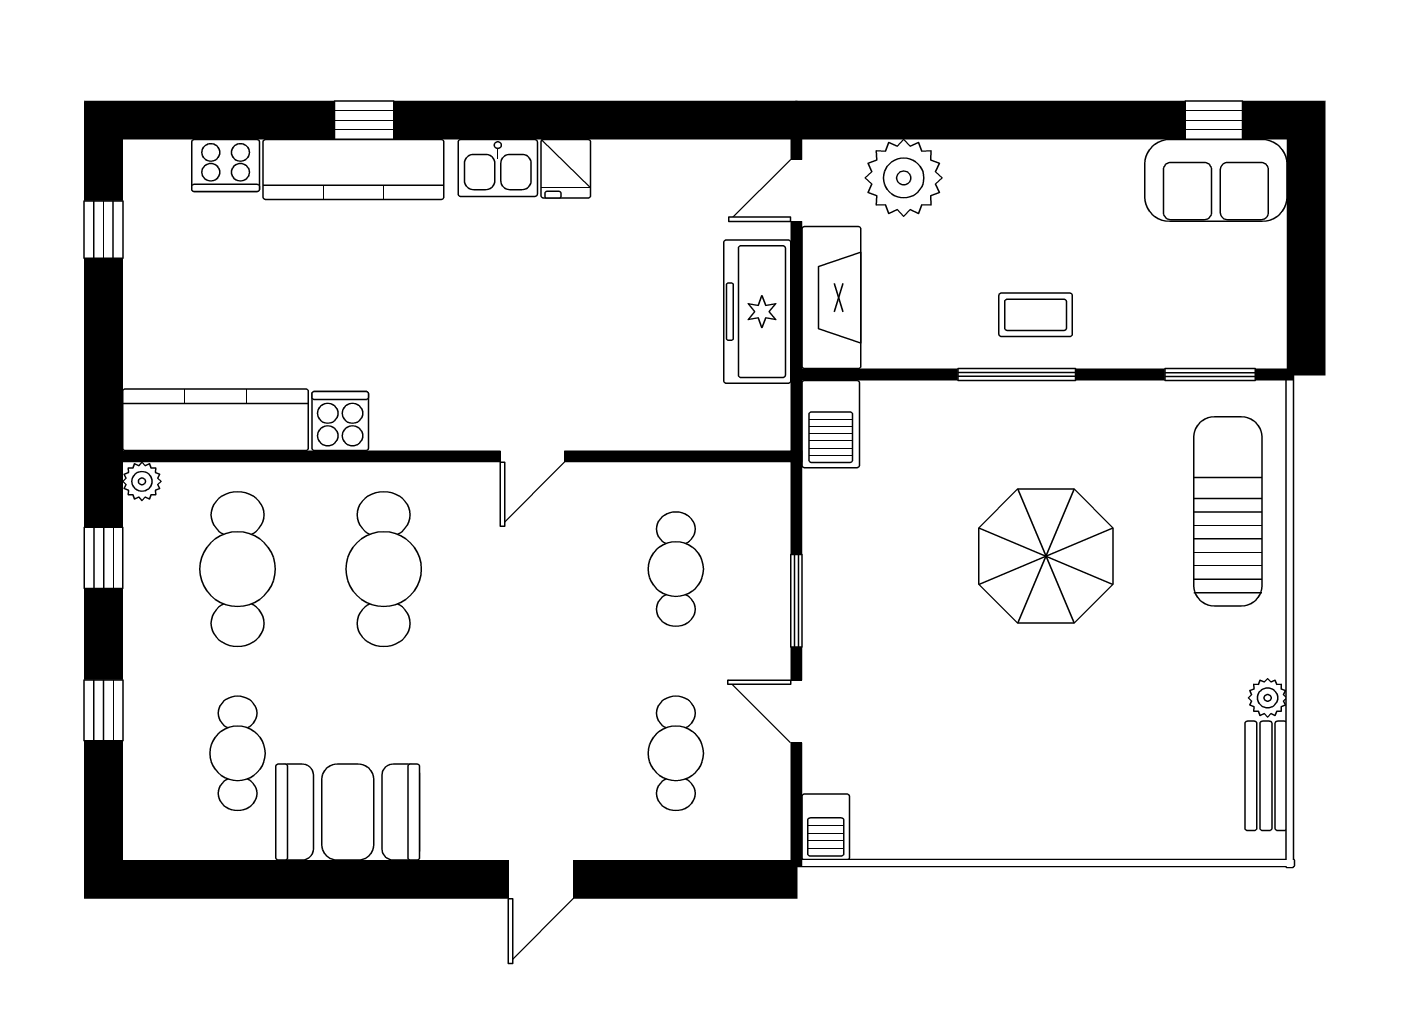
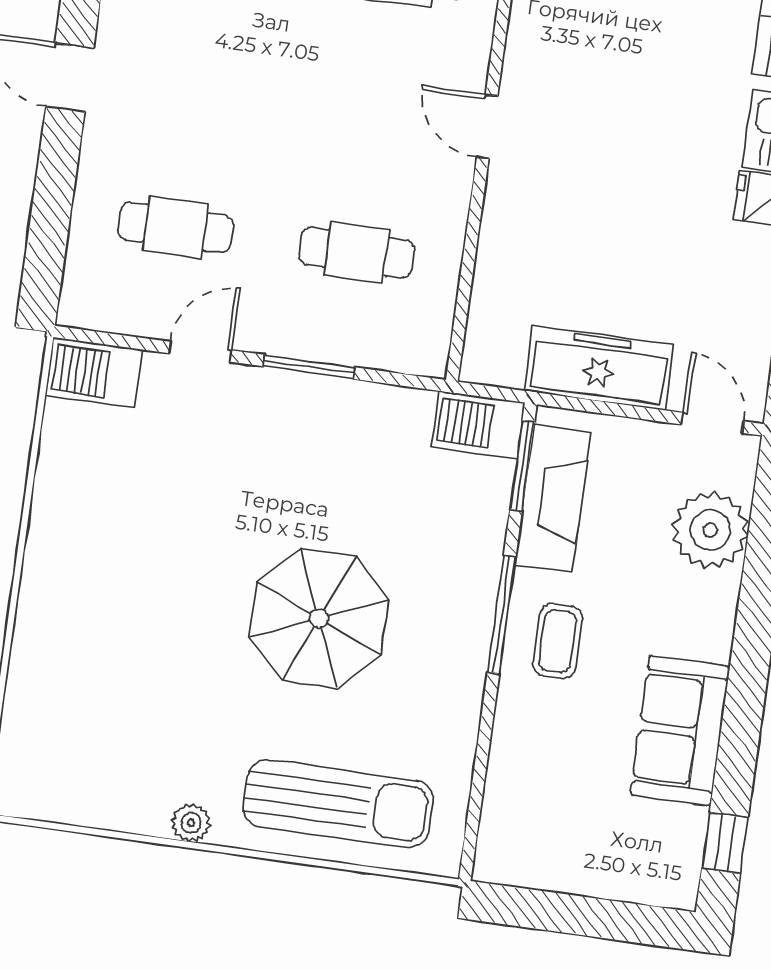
sofa: (1216, 180) -> (680, 731), moved
fireplace: (831, 298) -> (553, 498), moved, turned -90
window: (1210, 375) -> (522, 465), moved
plant: (1268, 698) -> (191, 823), moved
bench: (1266, 776) -> (73, 805), removed
barbecue: (826, 827) -> (94, 373), width x1.38, depth x1.27

